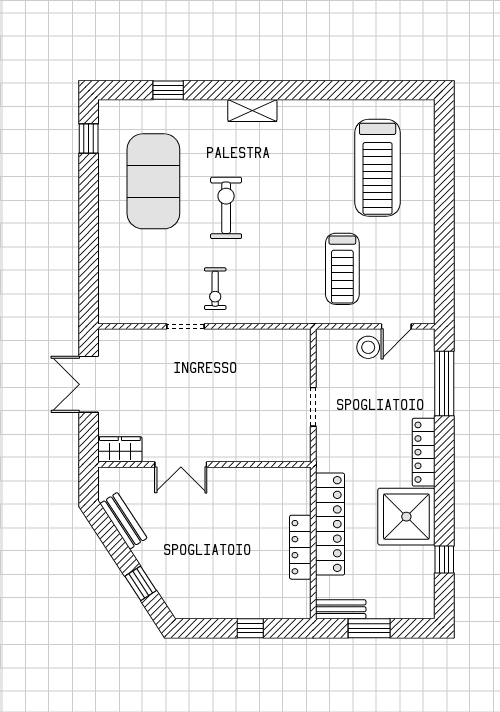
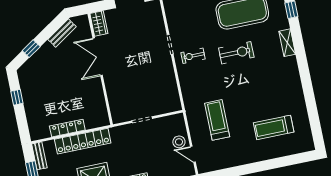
shelving: (252, 111) -> (287, 43), moved
treadmill: (378, 168) -> (274, 127), width x0.73, depth x0.73
treadmill: (342, 269) -> (217, 120), turned 90
double door: (181, 464) -> (98, 57), width x1.37
window: (250, 628) -> (17, 97), moved

